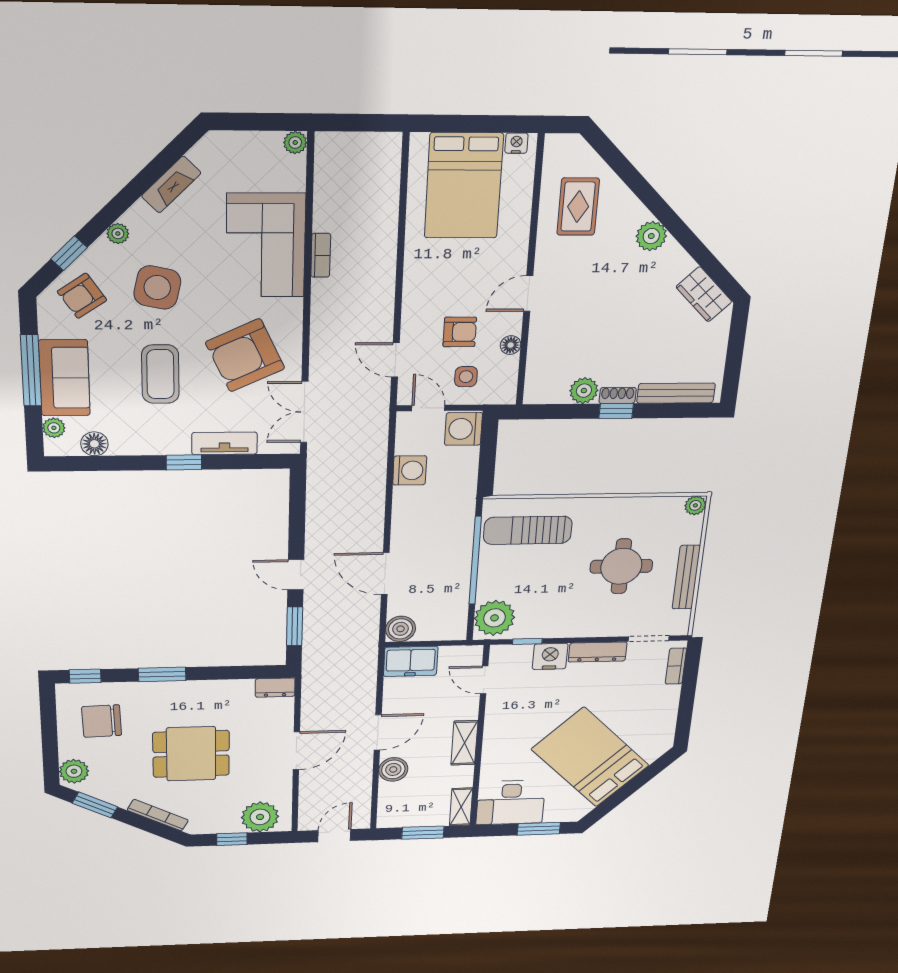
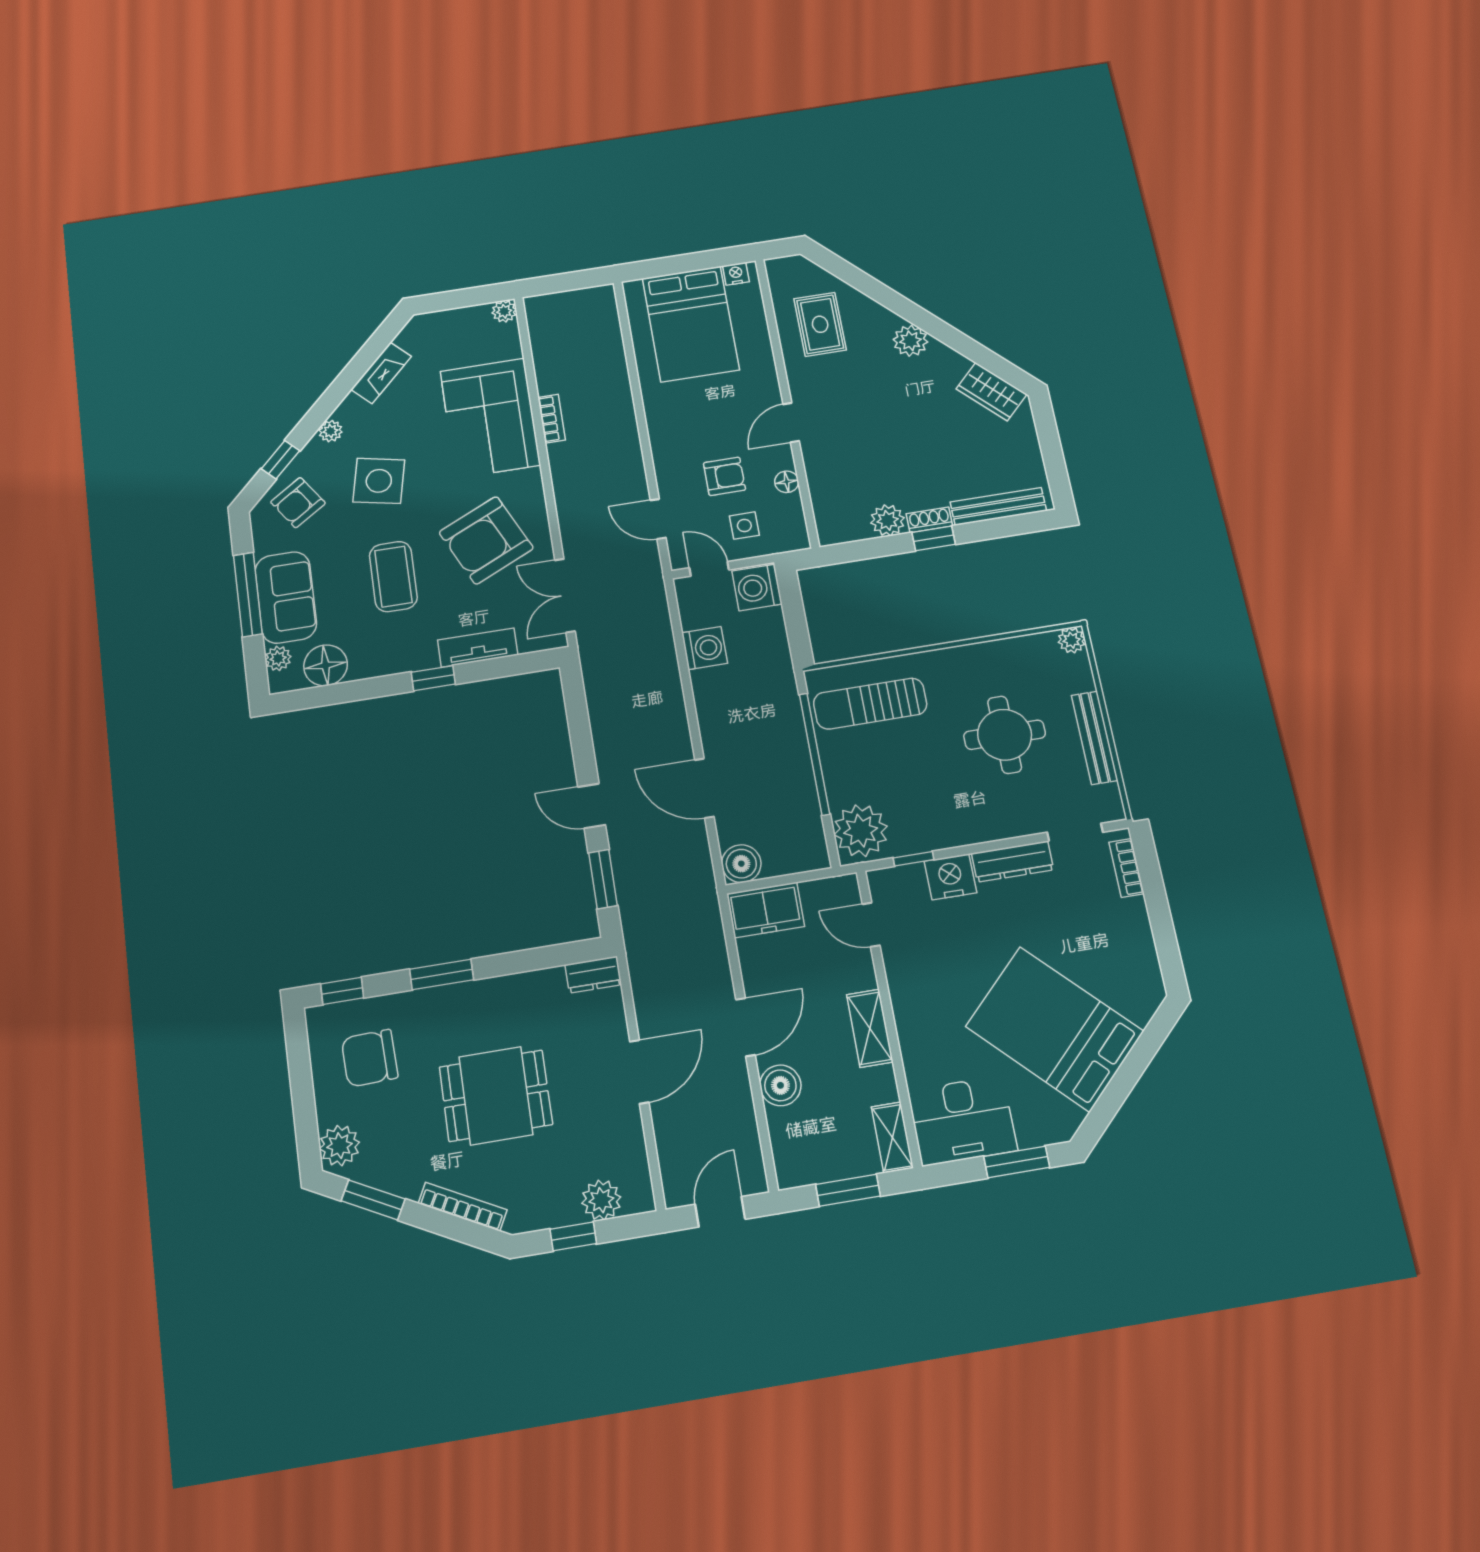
floor lamp: (94, 444) -> (326, 665), width x1.38, depth x1.38
plant: (260, 817) -> (601, 1200), width x0.73, depth x0.73

